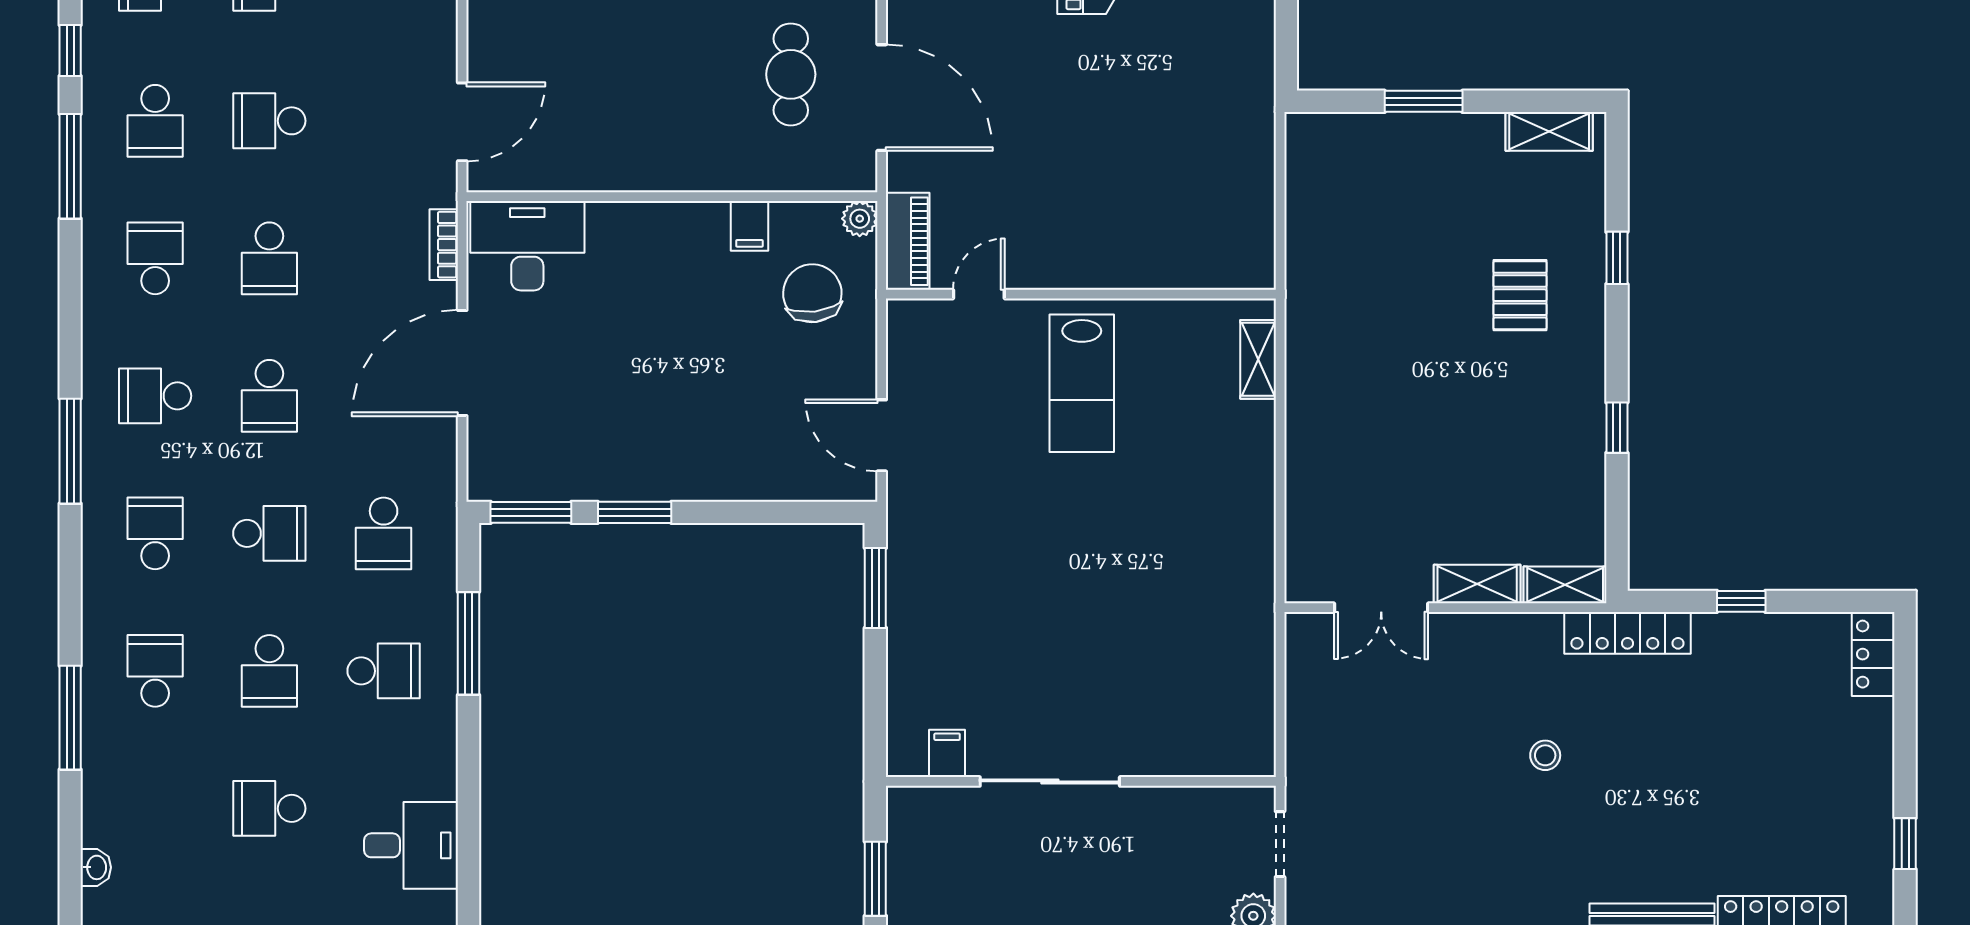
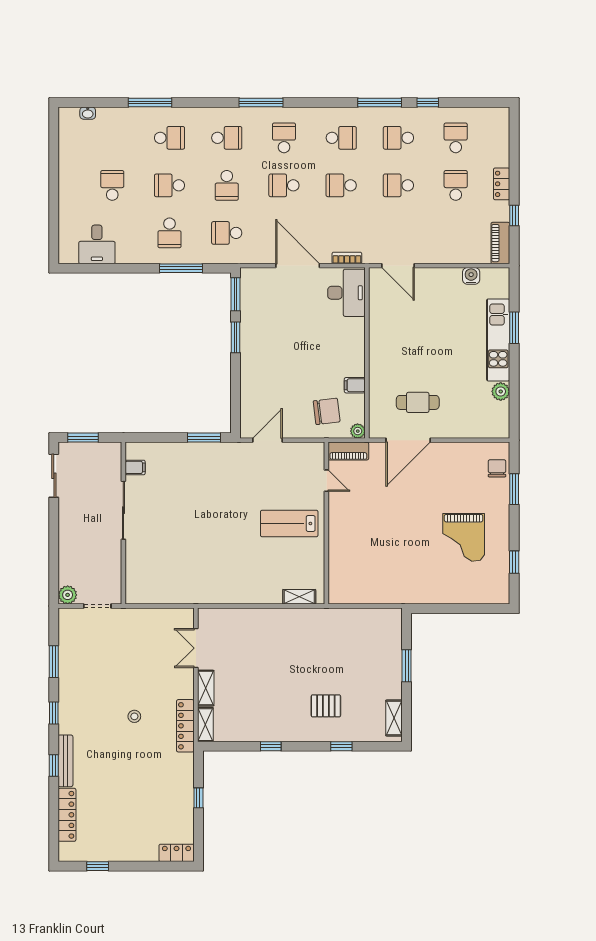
school desk: (269, 121) -> (398, 185), turned -90
locker: (1627, 633) -> (185, 726), moved

